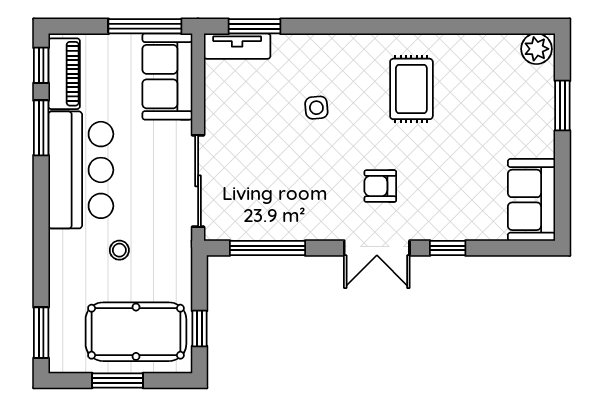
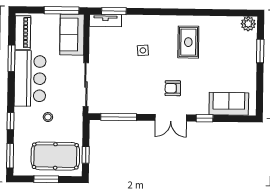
window: (41, 65) -> (11, 121), moved
sofa: (532, 200) -> (229, 104), moved, turned 90

